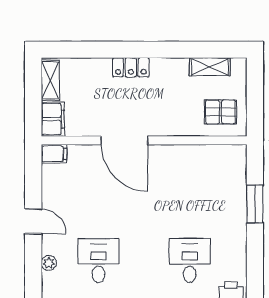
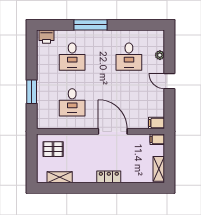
filing cabinet: (53, 119) -> (157, 139), width x0.50
desk: (190, 187) -> (72, 102), added

